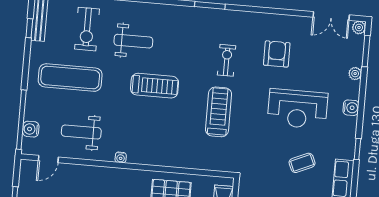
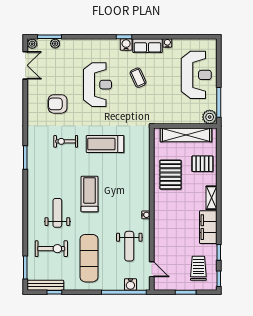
plant: (355, 74) -> (55, 44), moved
water cooler: (351, 108) -> (126, 44), moved

